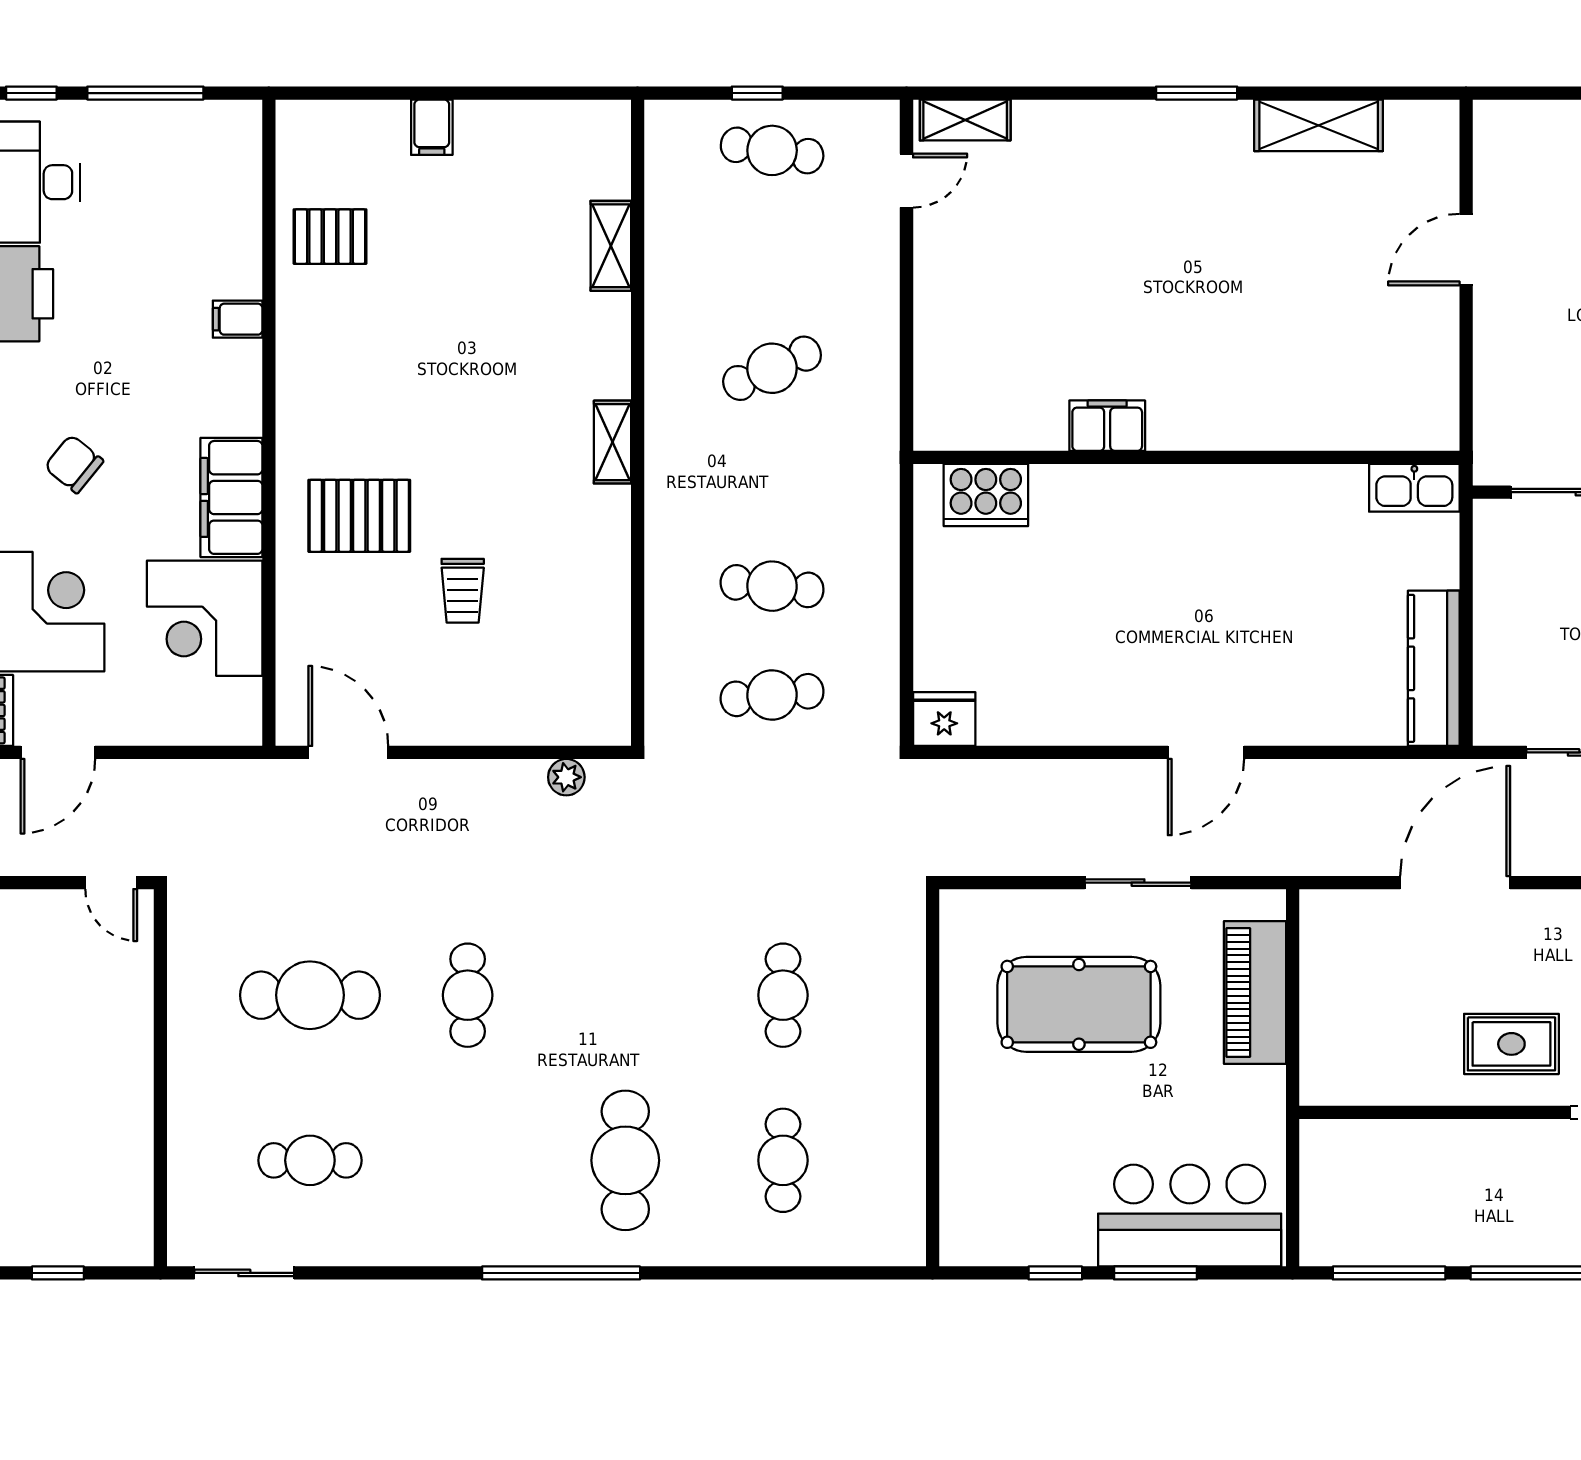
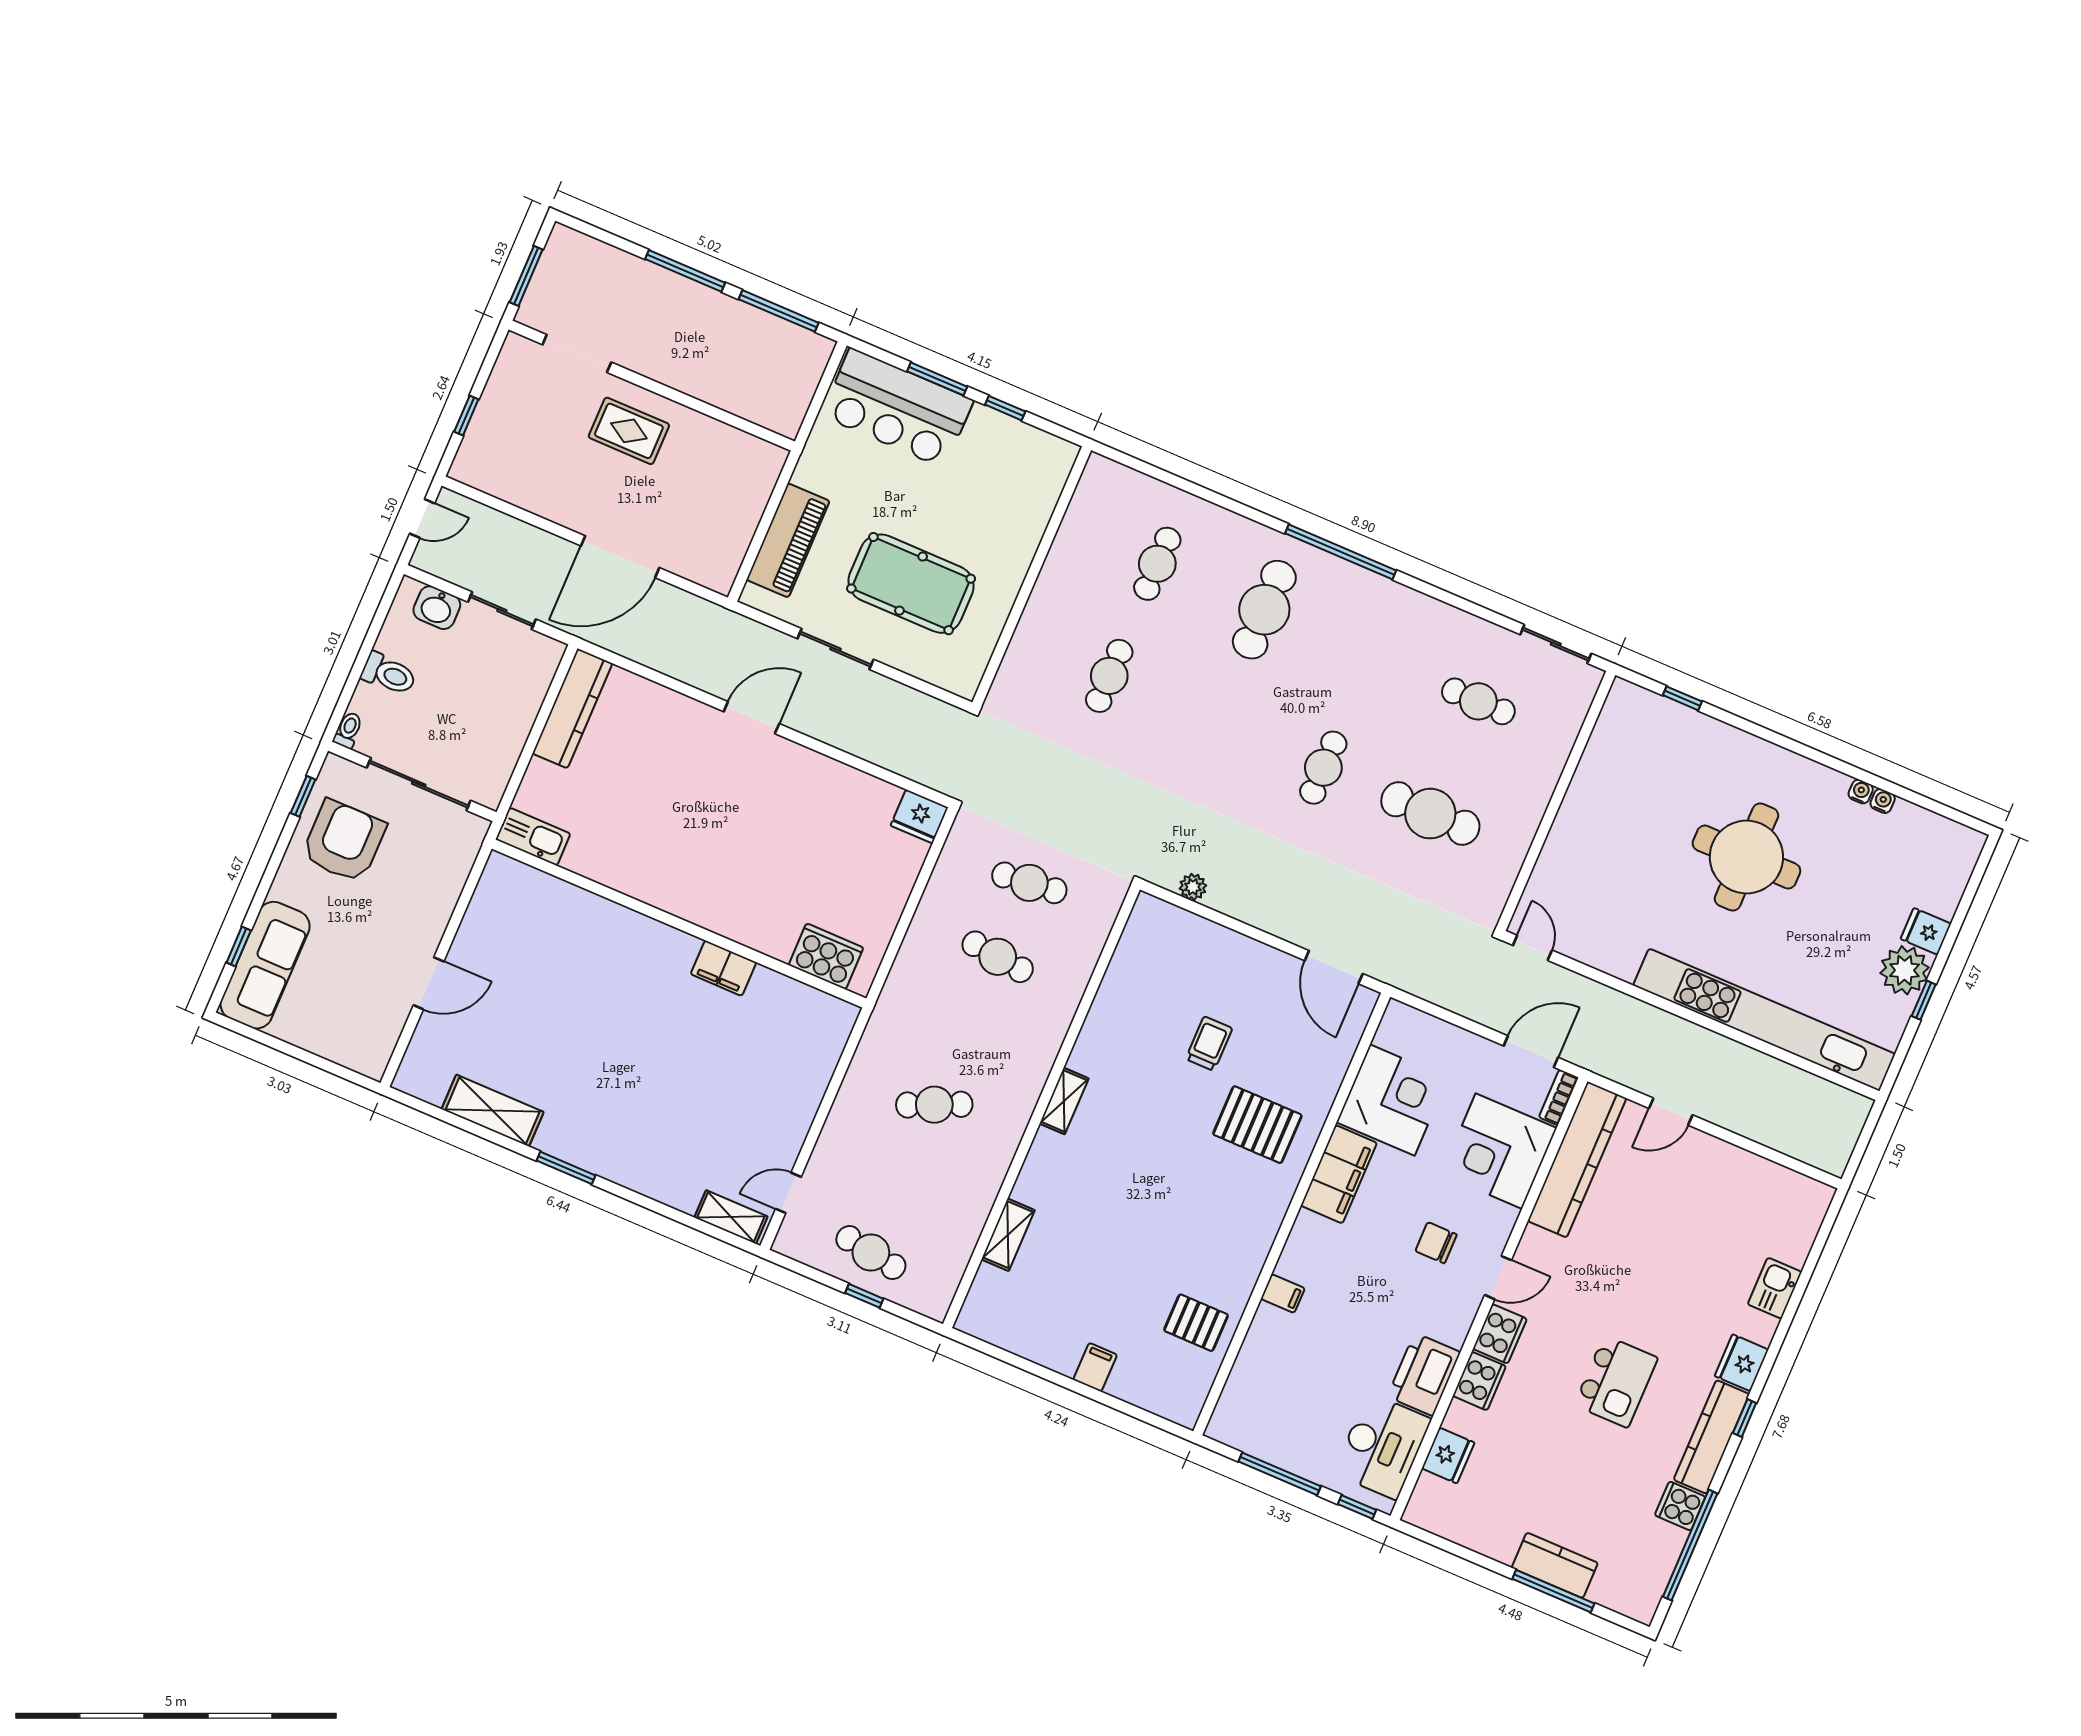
chair: (74, 464) -> (1436, 1243), turned 141

